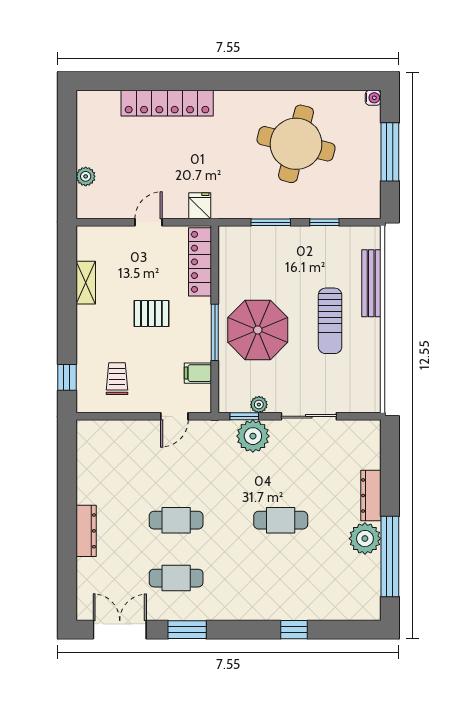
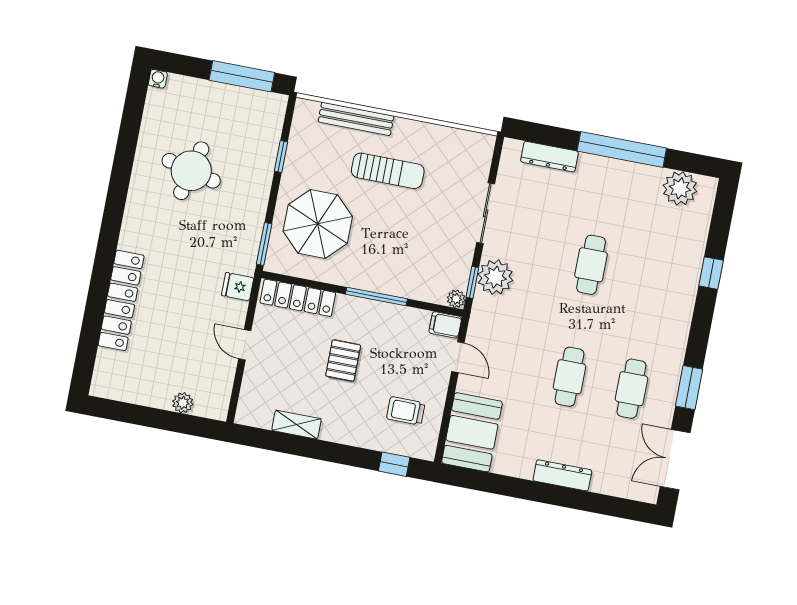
round table: (296, 144) -> (191, 171), width x0.73, depth x0.73
window: (390, 152) -> (242, 76), moved
window: (271, 222) -> (264, 244), moved
parasol: (258, 330) -> (318, 224), moved
filing cabinet: (198, 373) -> (445, 325), moved, turned 90
plant: (259, 405) -> (456, 299), moved
booth: (109, 442) -> (472, 432), added
dresser: (371, 496) -> (549, 157), moved
plant: (365, 539) -> (680, 188), moved
window: (390, 557) -> (622, 150), moved

